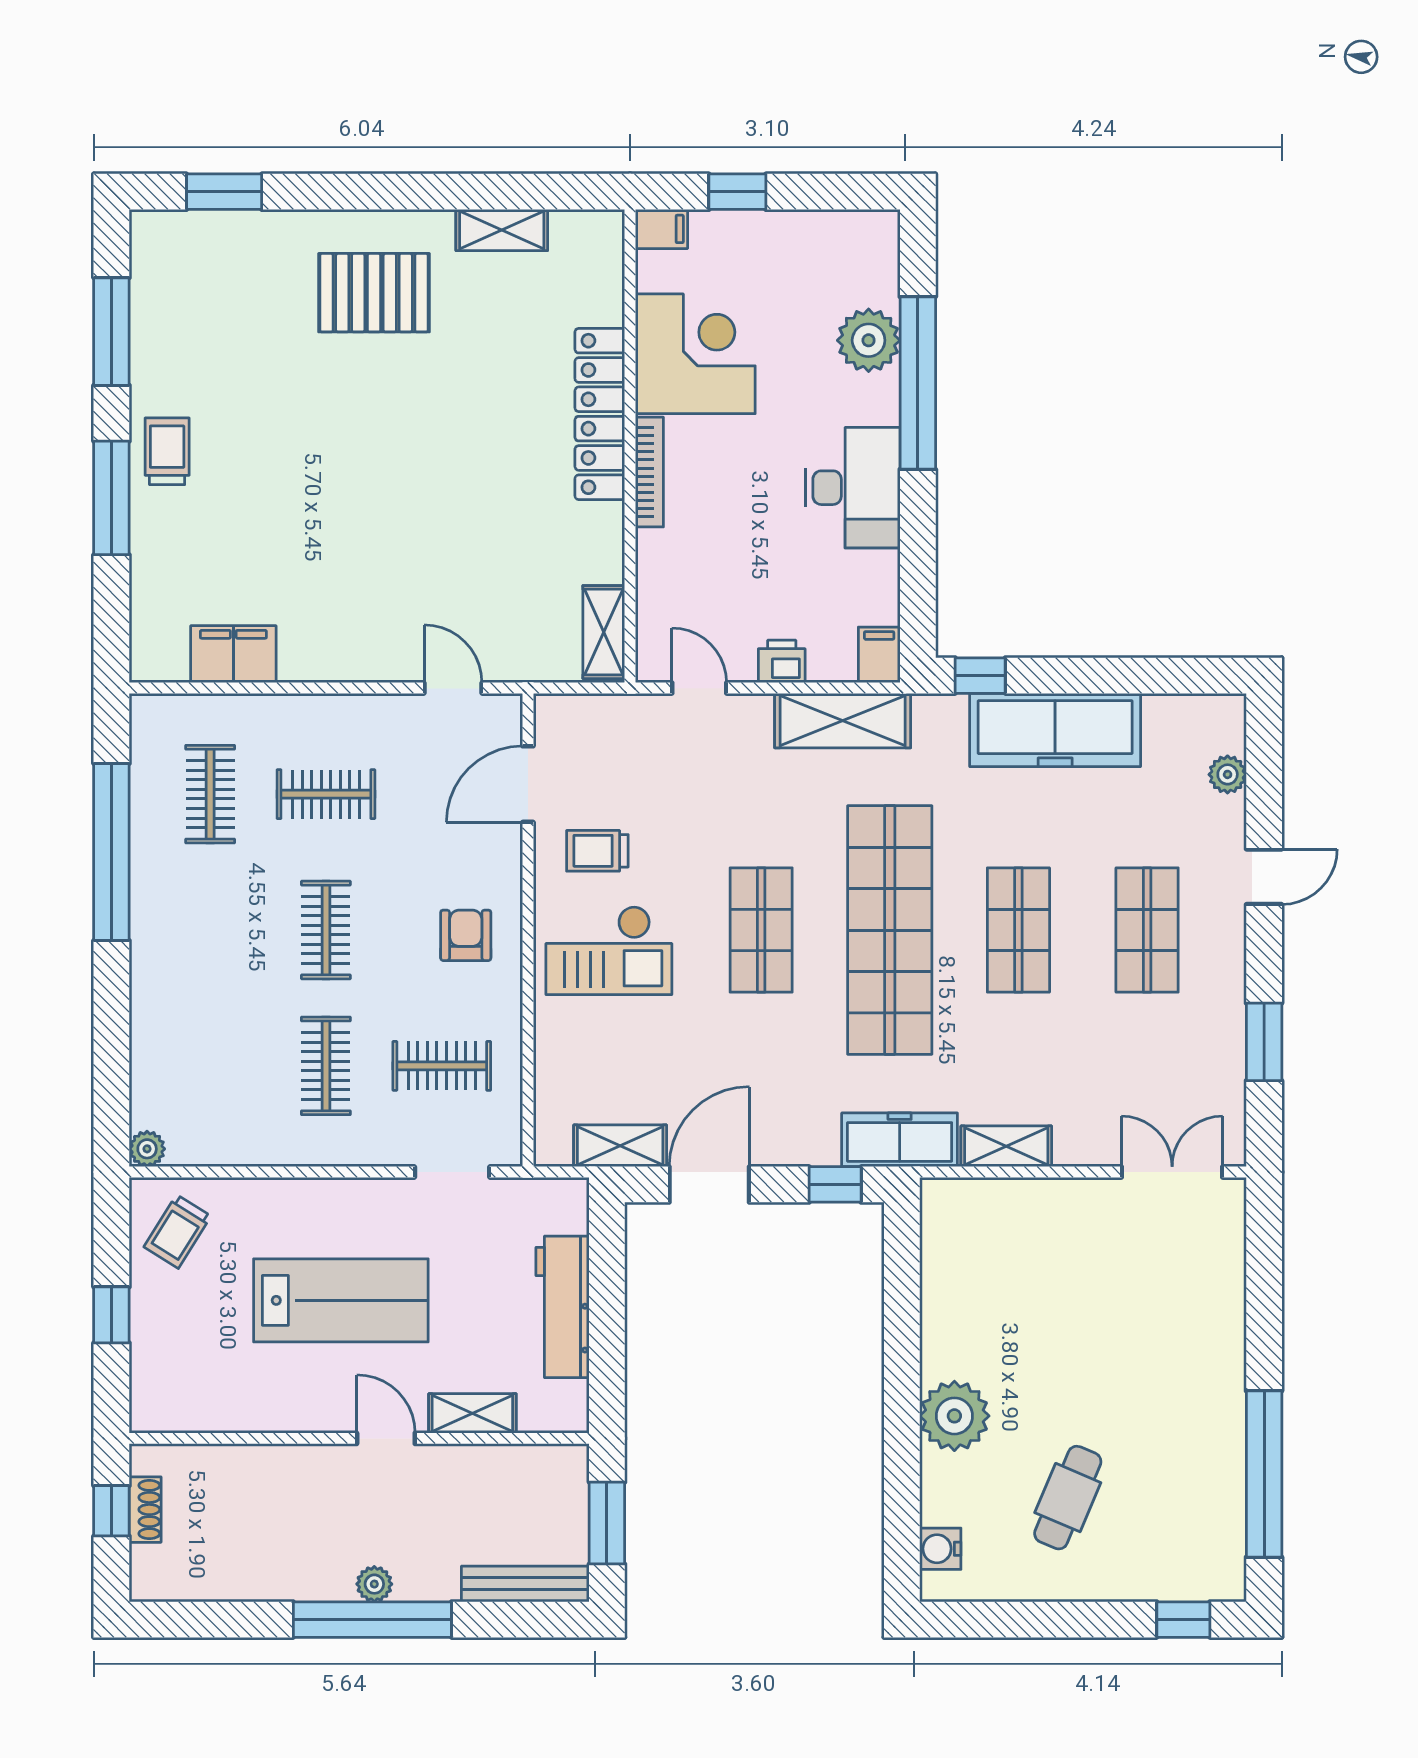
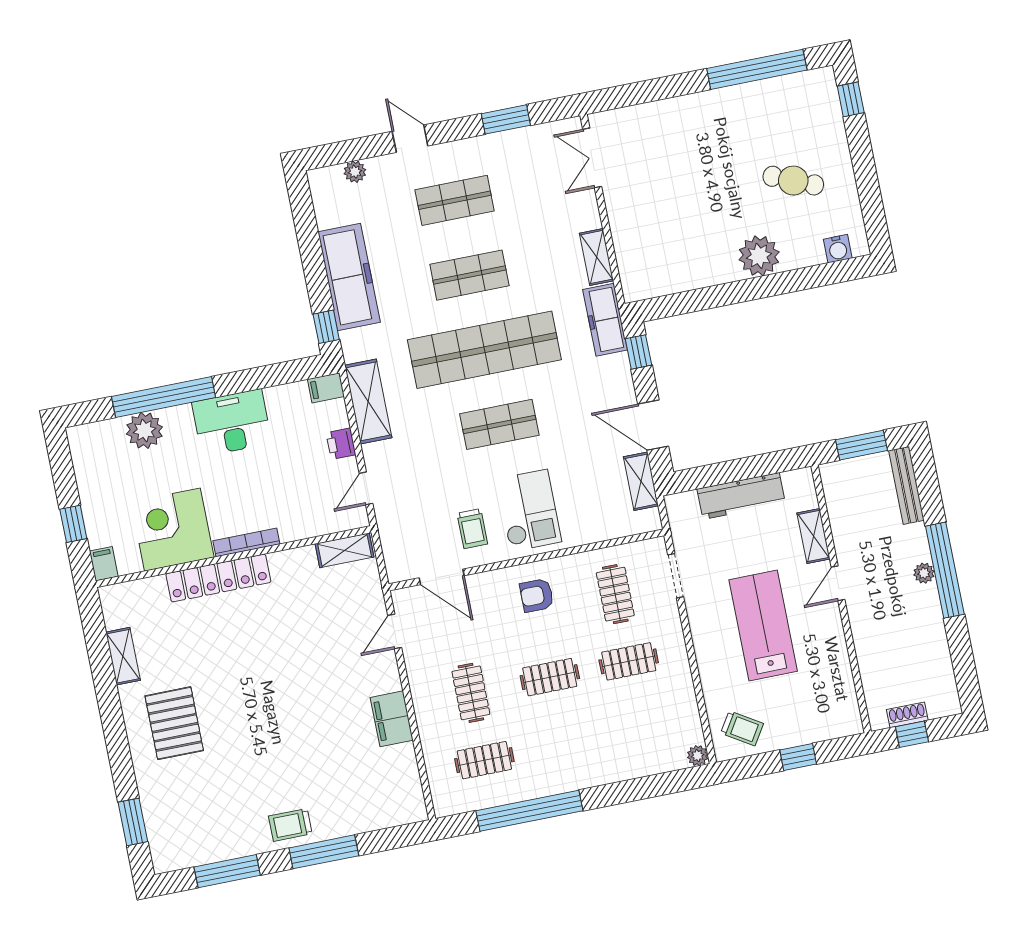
filing cabinet: (233, 654) -> (392, 719), moved

